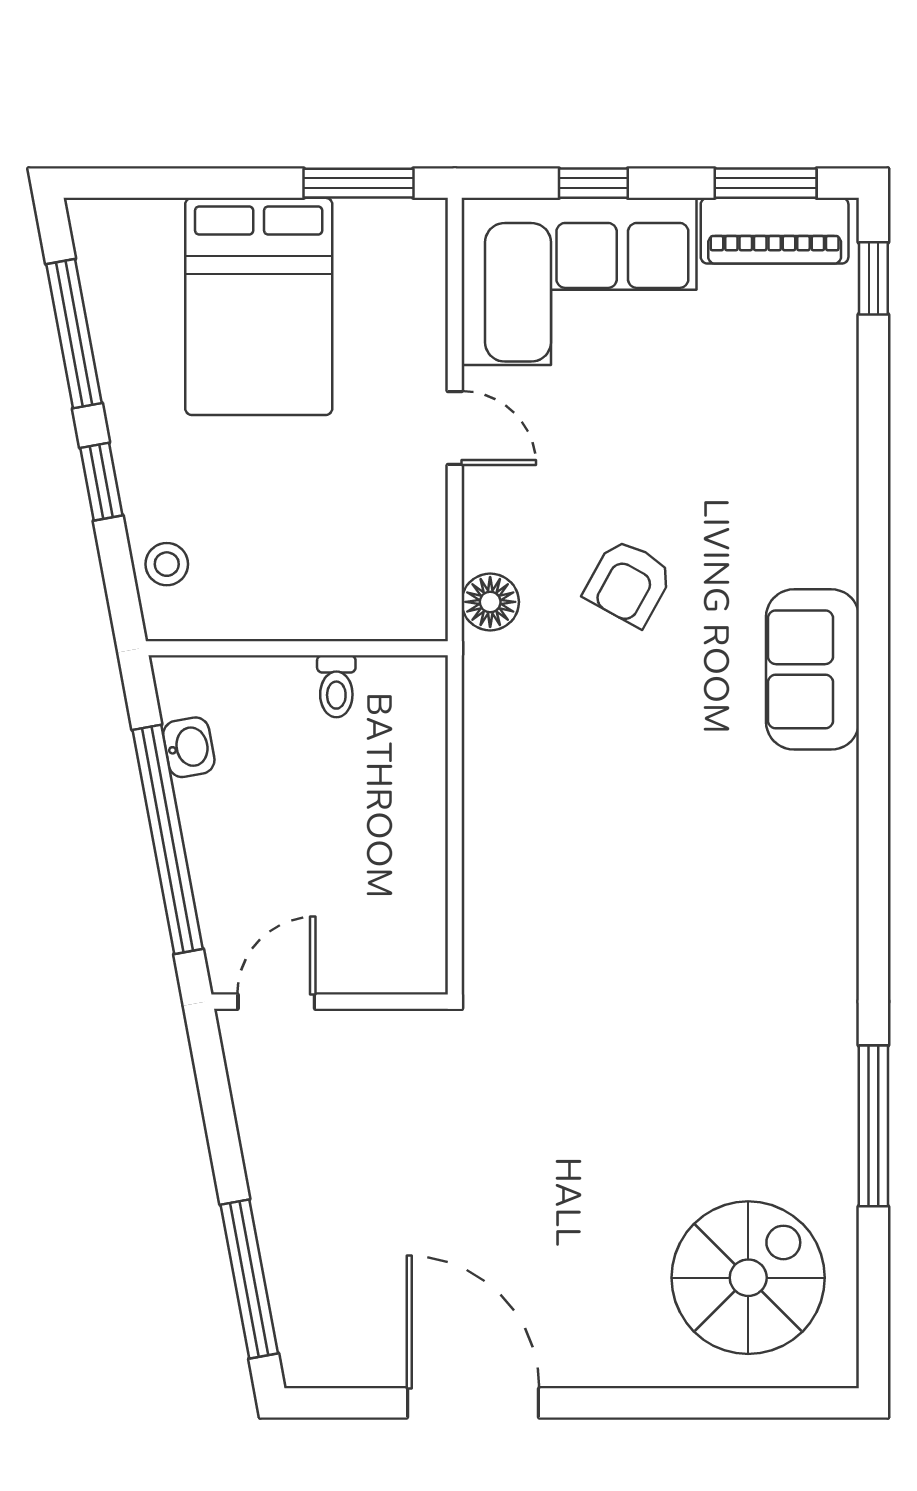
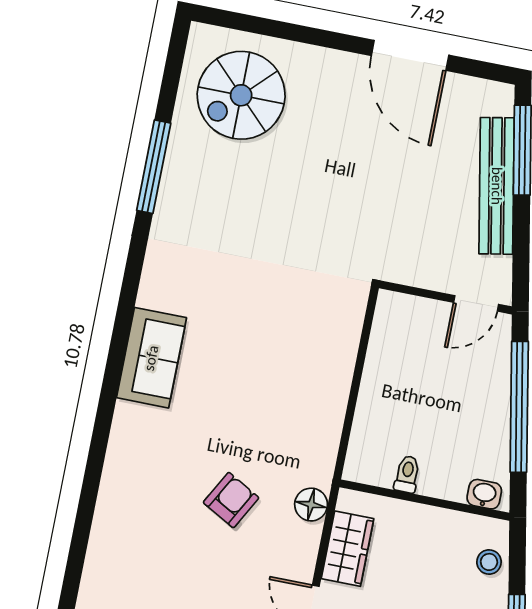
wardrobe: (413, 539) -> (348, 549), added
sofa: (813, 669) -> (151, 358), moved
washbasin: (189, 747) -> (484, 494), moved, turned 101
bench: (281, 1209) -> (497, 186), added

